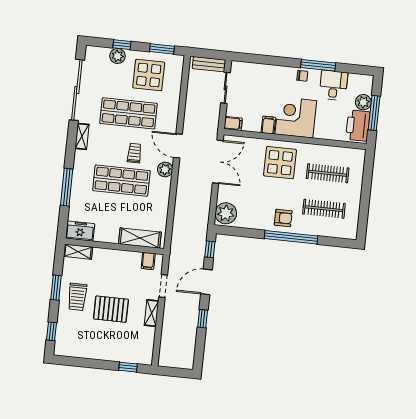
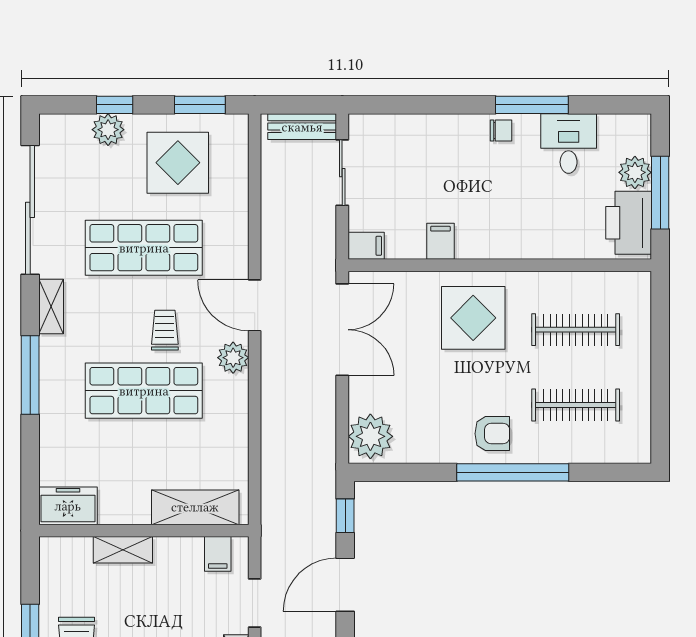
corner desk: (296, 117) -> (496, 219), removed
window: (67, 187) -> (30, 375), moved
shelving: (78, 252) -> (123, 550), moved

